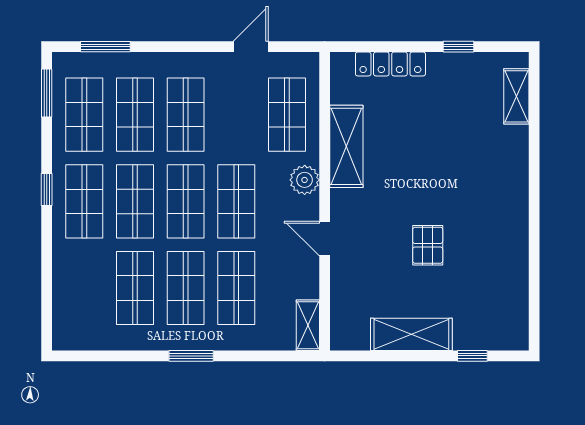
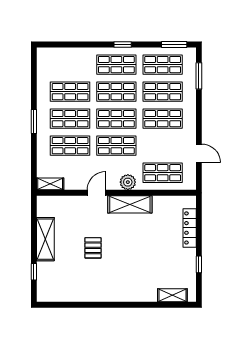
shelving: (346, 146) -> (130, 204), moved
pallet: (428, 245) -> (93, 248), turned 90

